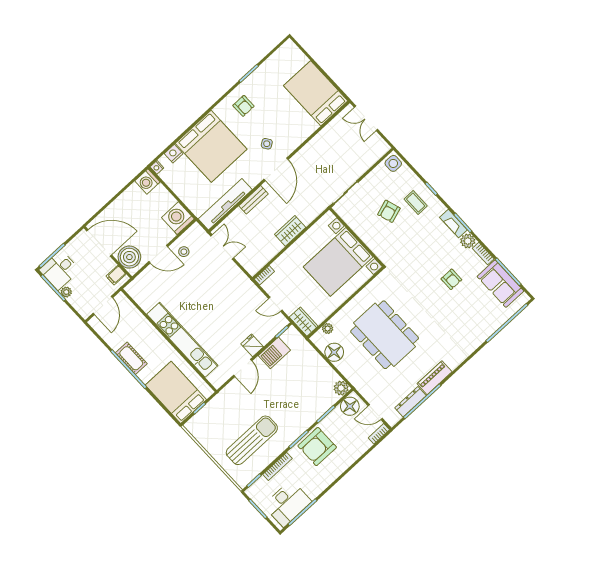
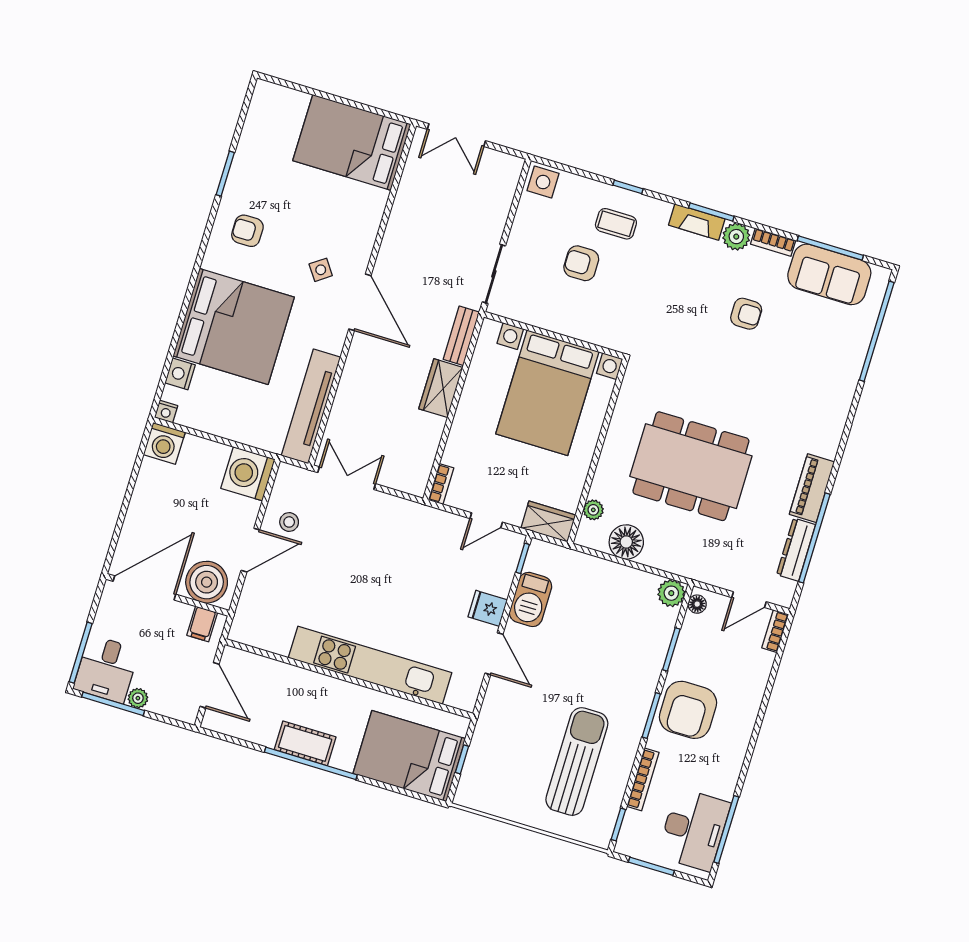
armchair: (243, 106) -> (247, 231), turned 180
bench: (254, 200) -> (461, 336), moved
armchair: (389, 211) -> (581, 263), turned 108
floor lamp: (350, 406) -> (697, 604), width x0.53, depth x0.53

